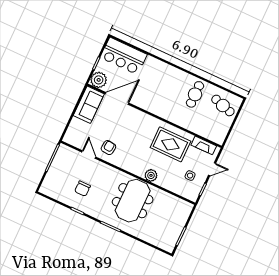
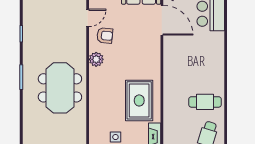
plant: (151, 175) -> (96, 59), moved
chair: (83, 189) -> (48, 28), removed
meeting table: (133, 201) -> (60, 88), turned 90

